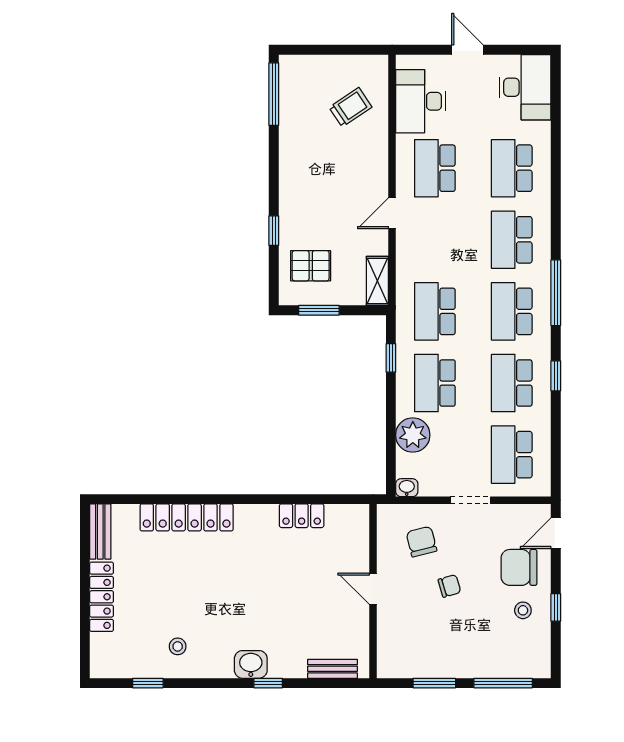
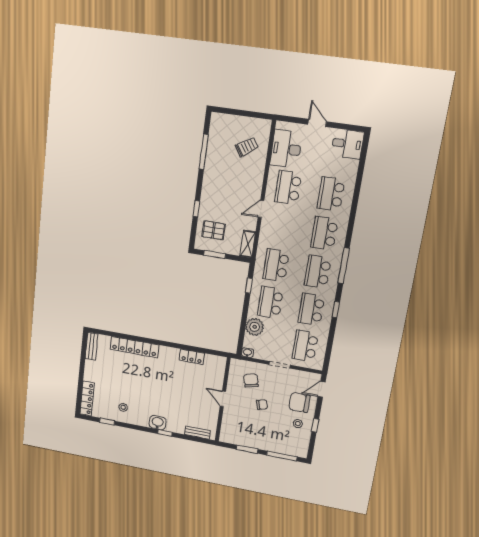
desk: (525, 87) -> (347, 144), width x0.73
window: (274, 94) -> (204, 152), moved
locker: (102, 597) -> (87, 399), moved

